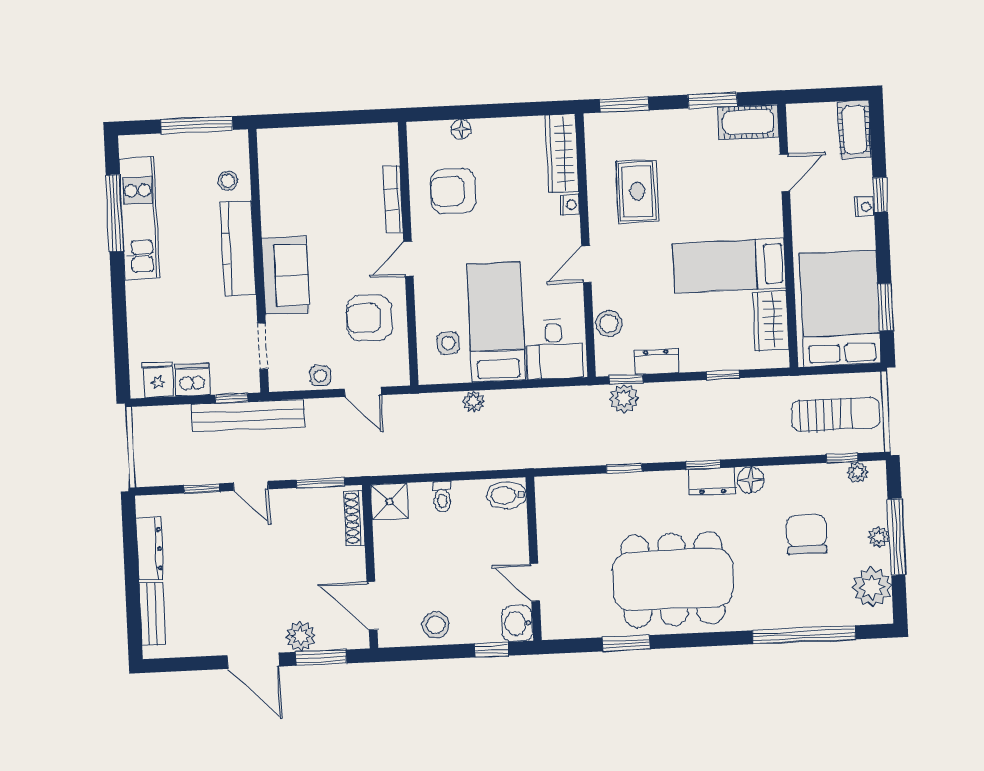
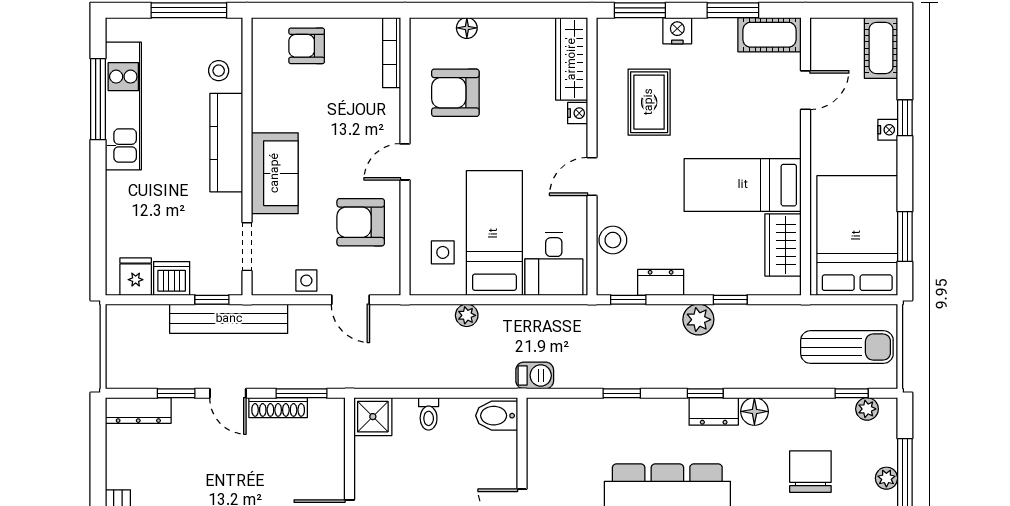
nightstand: (661, 122) -> (677, 31), added
armchair: (310, 153) -> (307, 46), added
bookcase: (393, 199) -> (392, 53), moved
plant: (624, 398) -> (698, 320), moved
barbecue: (541, 455) -> (535, 375), added
shoe rack: (354, 518) -> (278, 408), moved, turned -90
dresser: (150, 549) -> (138, 410), moved, turned 90

